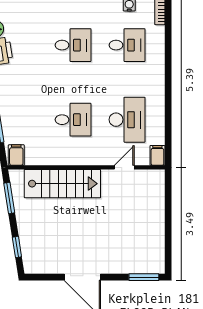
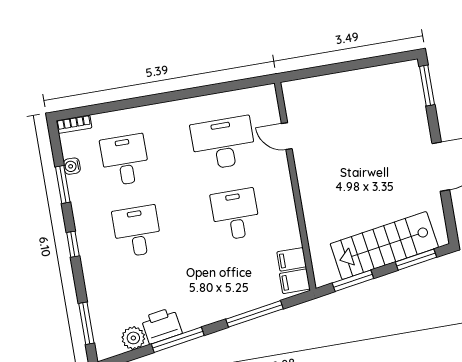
filing cabinet: (157, 155) -> (292, 259), moved
stairs: (62, 184) -> (384, 245), moved, turned -99
window: (17, 247) -> (416, 260), width x1.50

